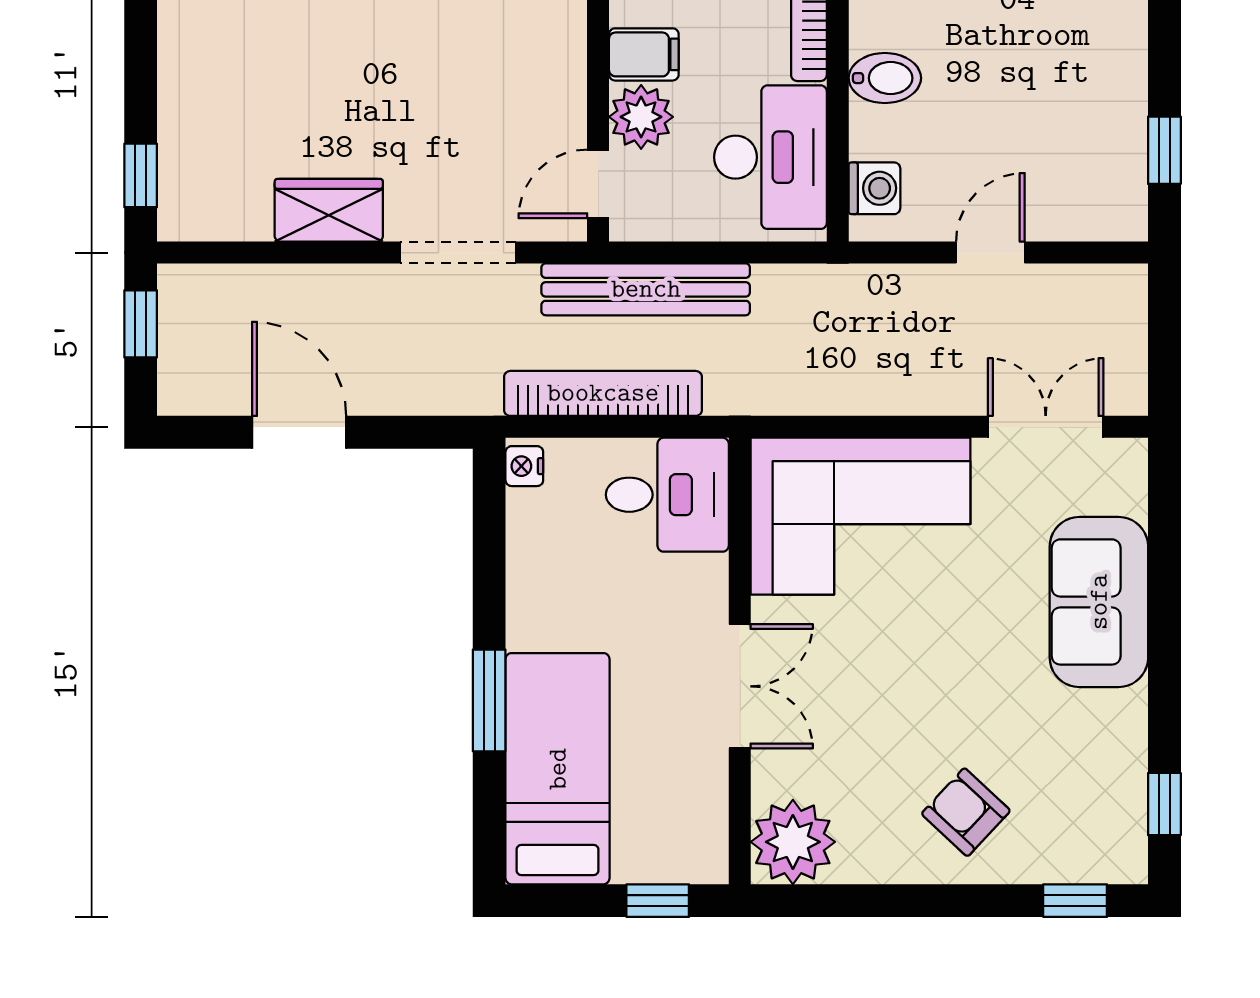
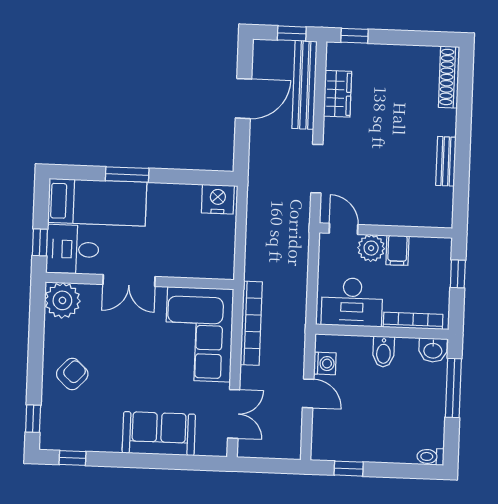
washing machine: (874, 188) -> (325, 363), moved, turned -90
wardrobe: (329, 210) -> (338, 94), moved
bench: (646, 289) -> (304, 85), moved
bookcase: (603, 393) -> (251, 323), moved
nightstand: (524, 466) -> (218, 199), width x1.89, depth x1.79
desk: (667, 495) -> (73, 249), moved, turned 90

